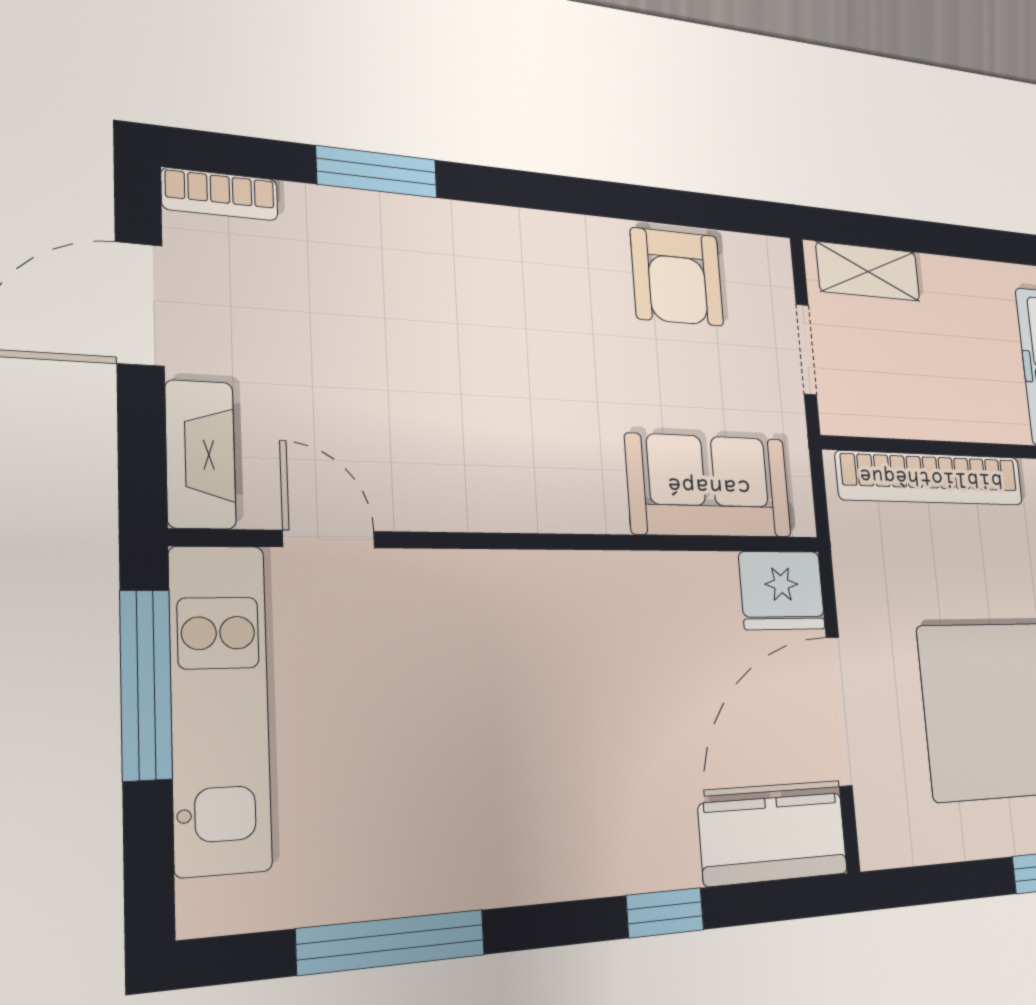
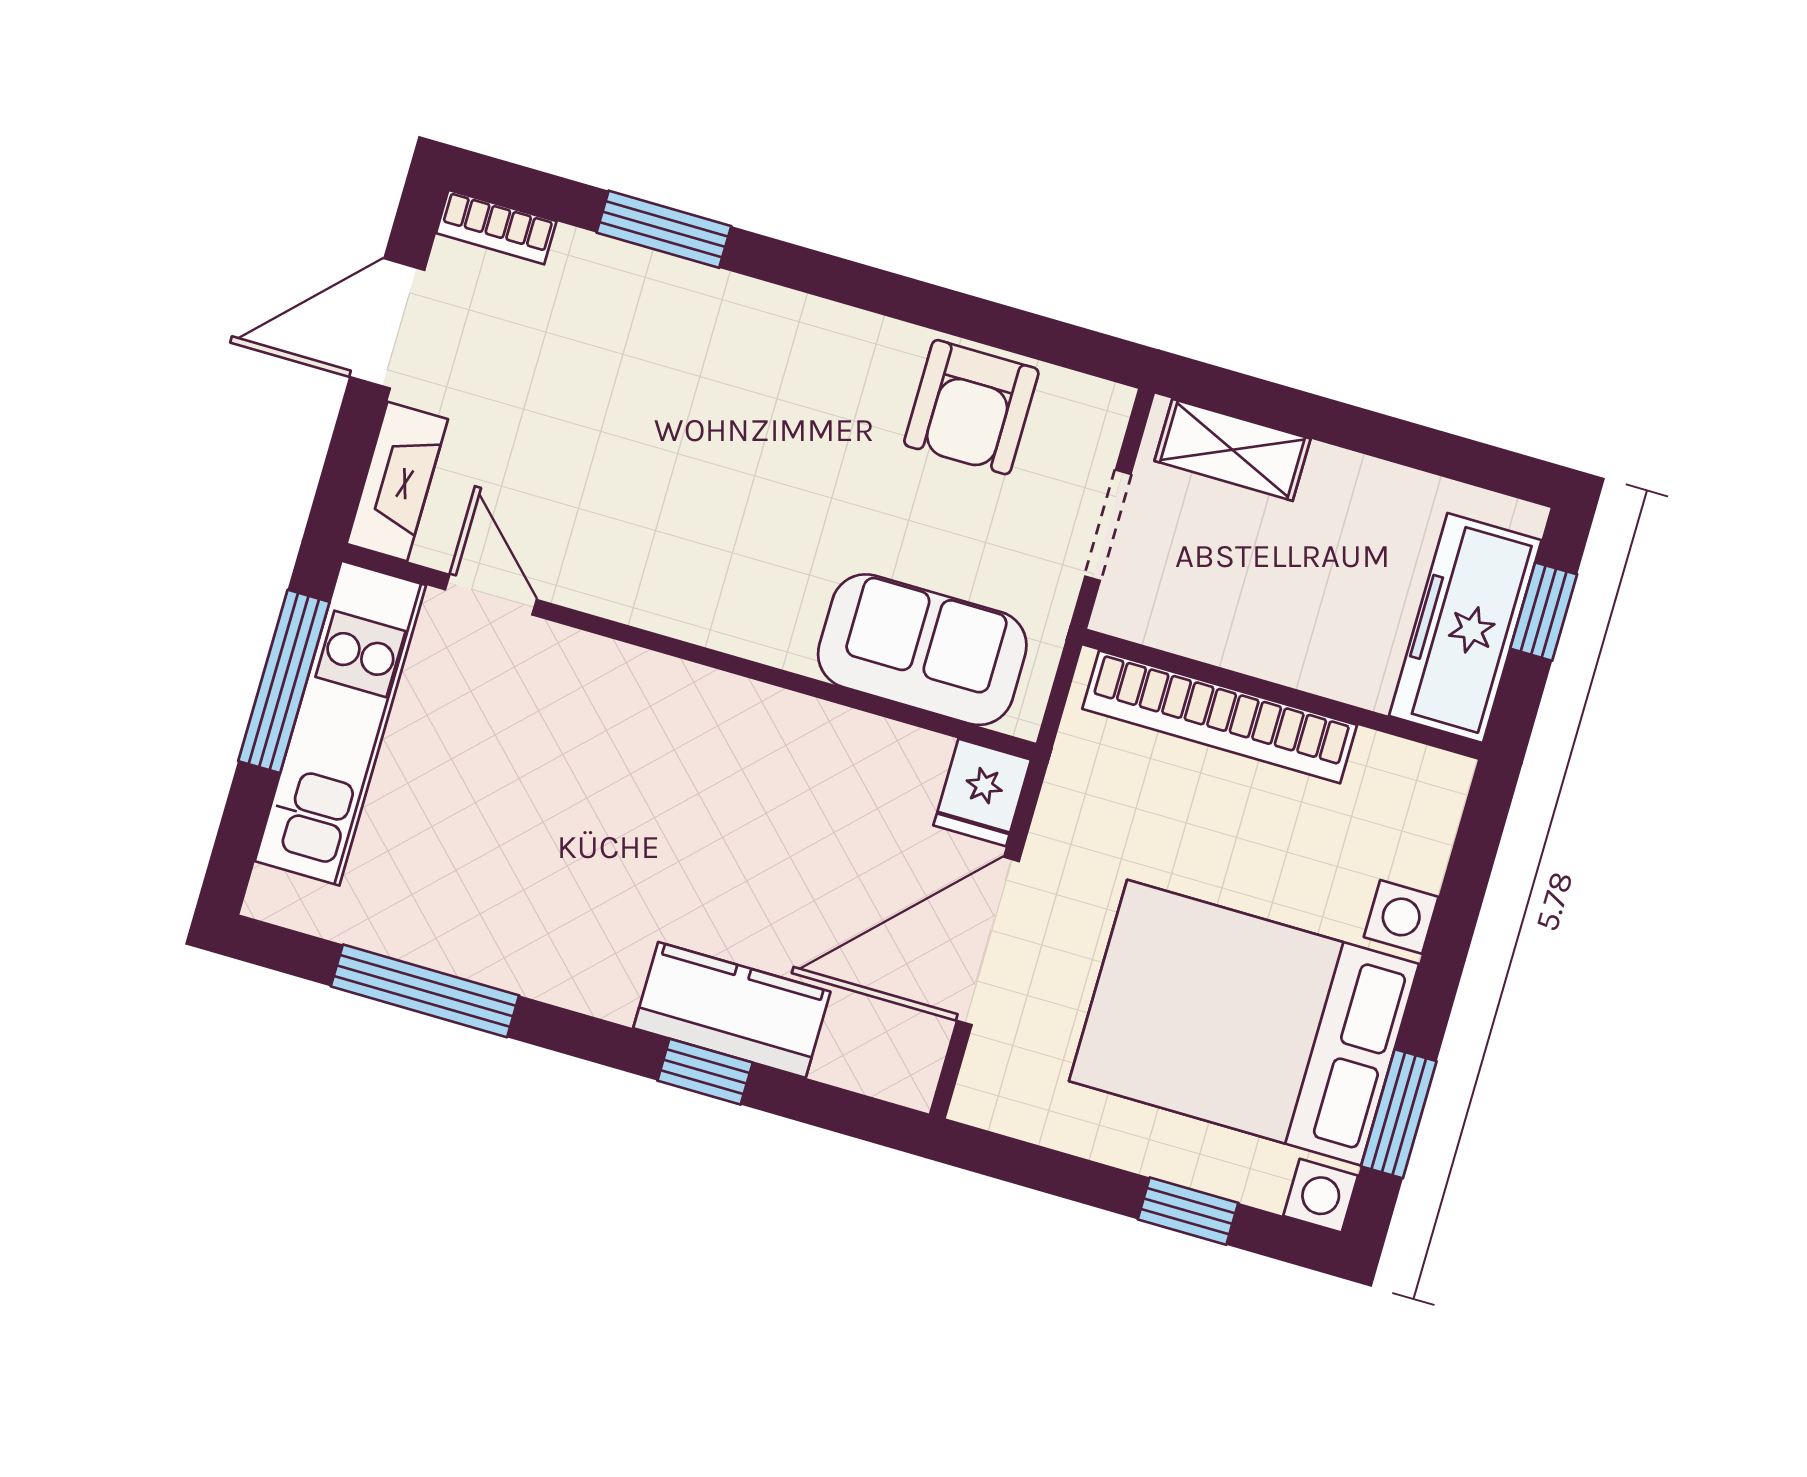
fridge: (782, 590) -> (982, 793), width x0.72
kitchen counter: (774, 839) -> (732, 1010), moved

